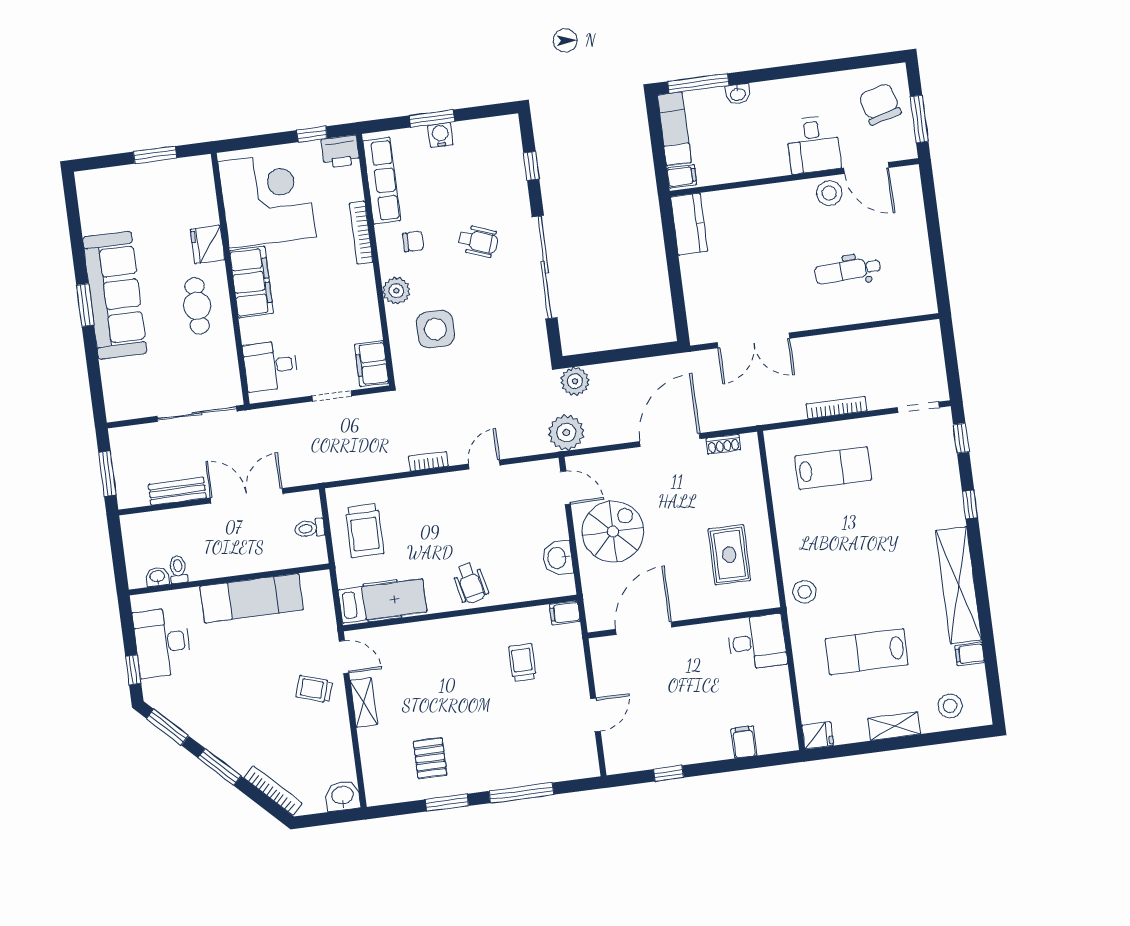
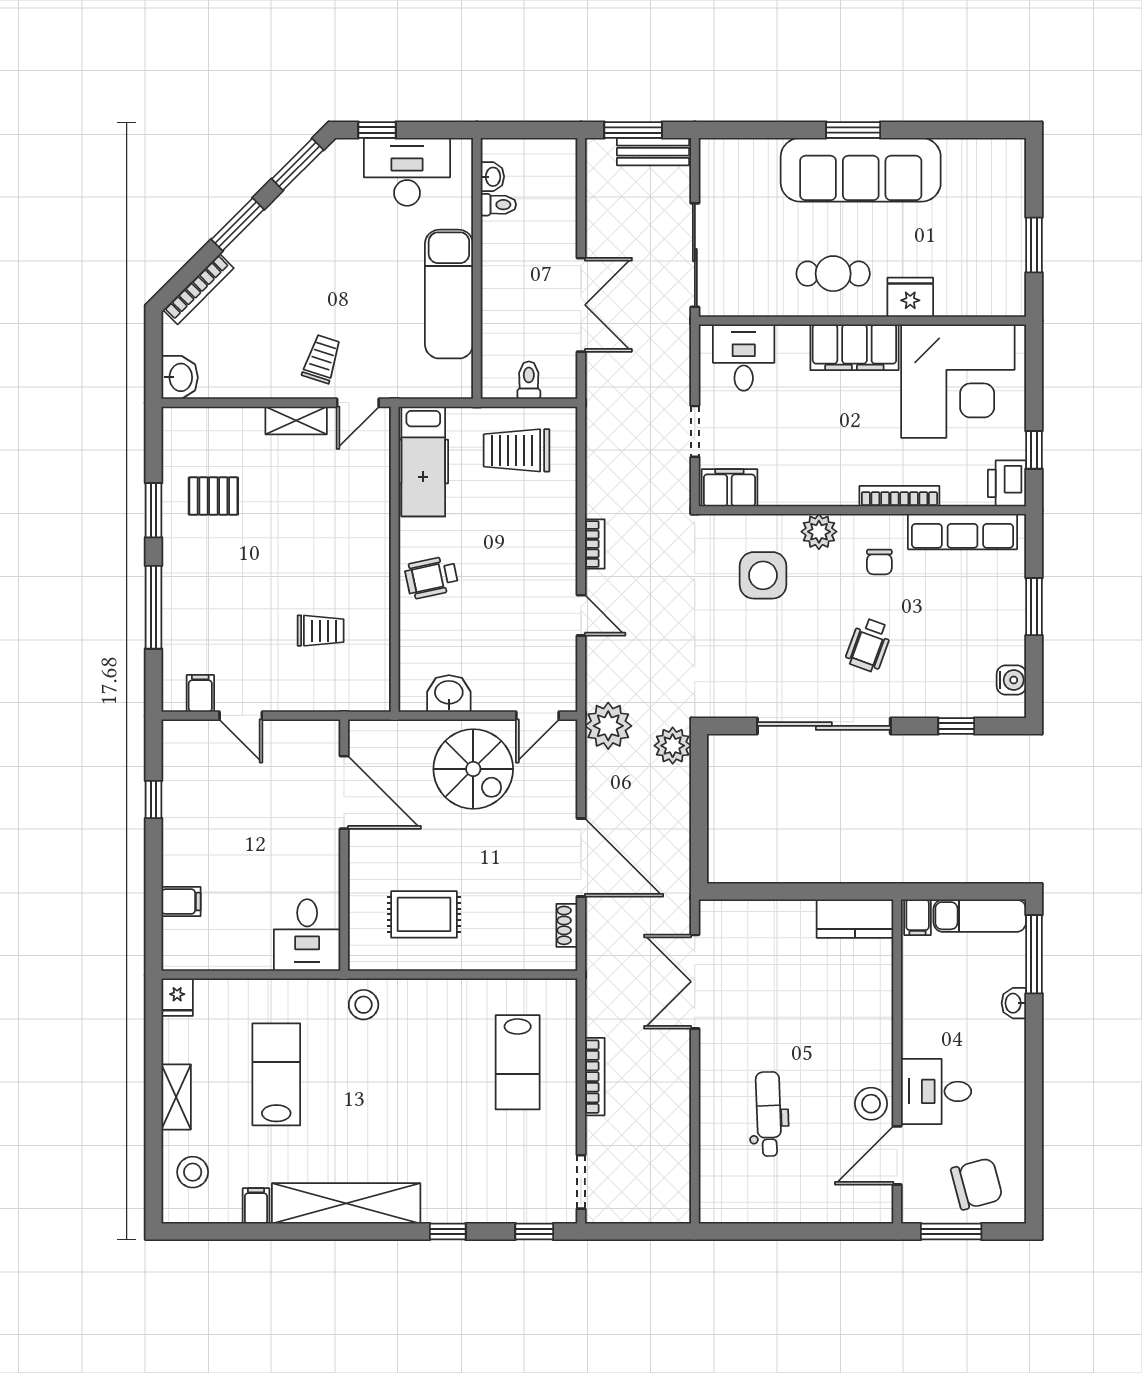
water cooler: (440, 135) -> (1011, 680), moved
bench: (177, 491) -> (653, 152), moved, turned 90
filing cabinet: (565, 613) -> (200, 693), moved

